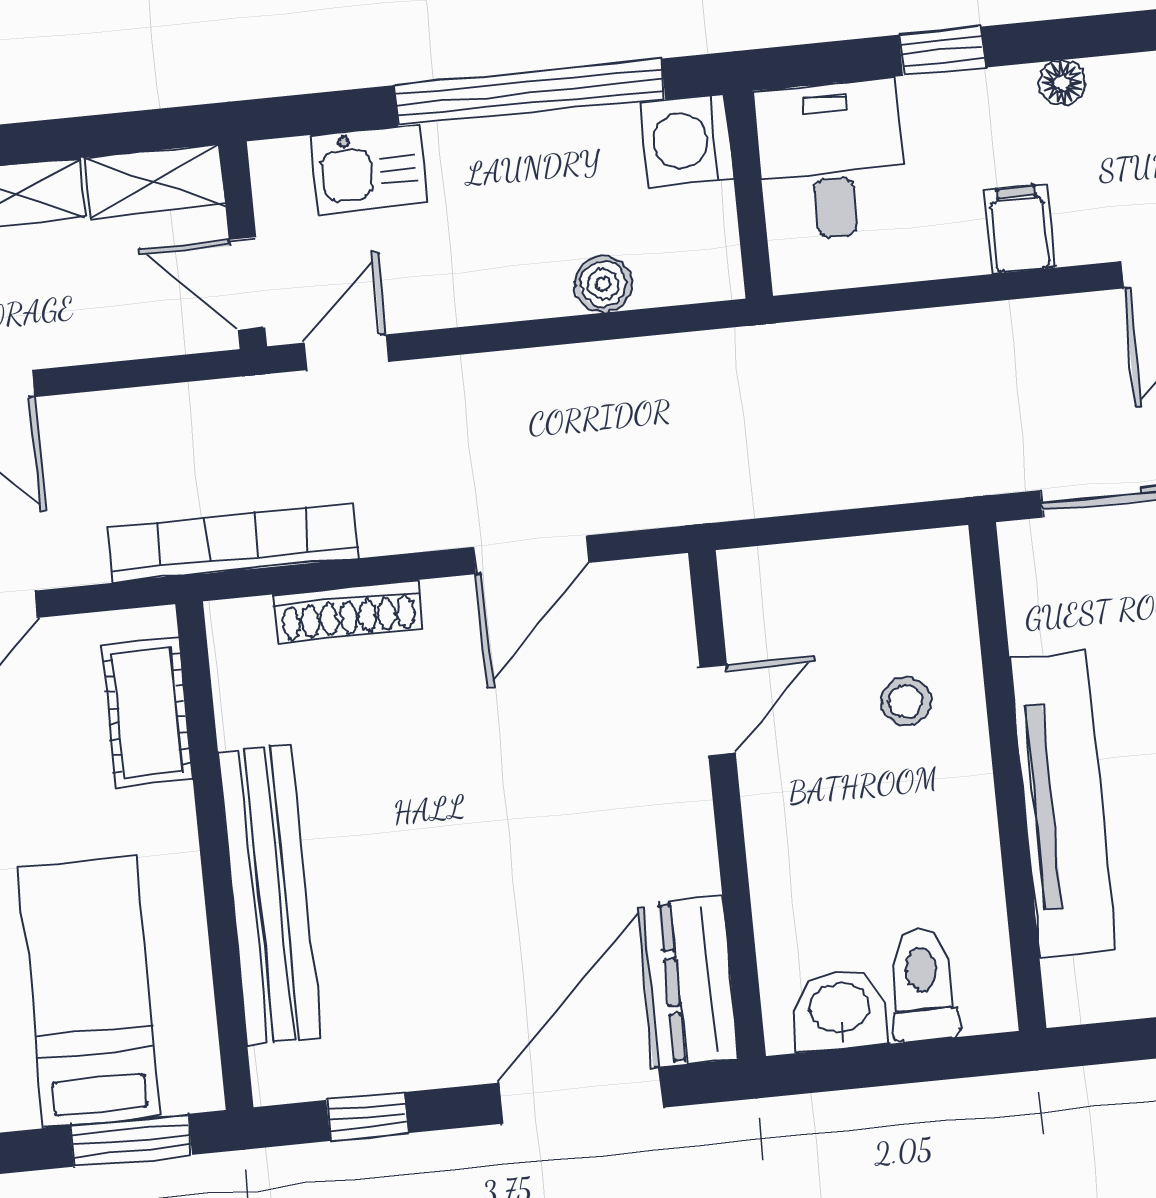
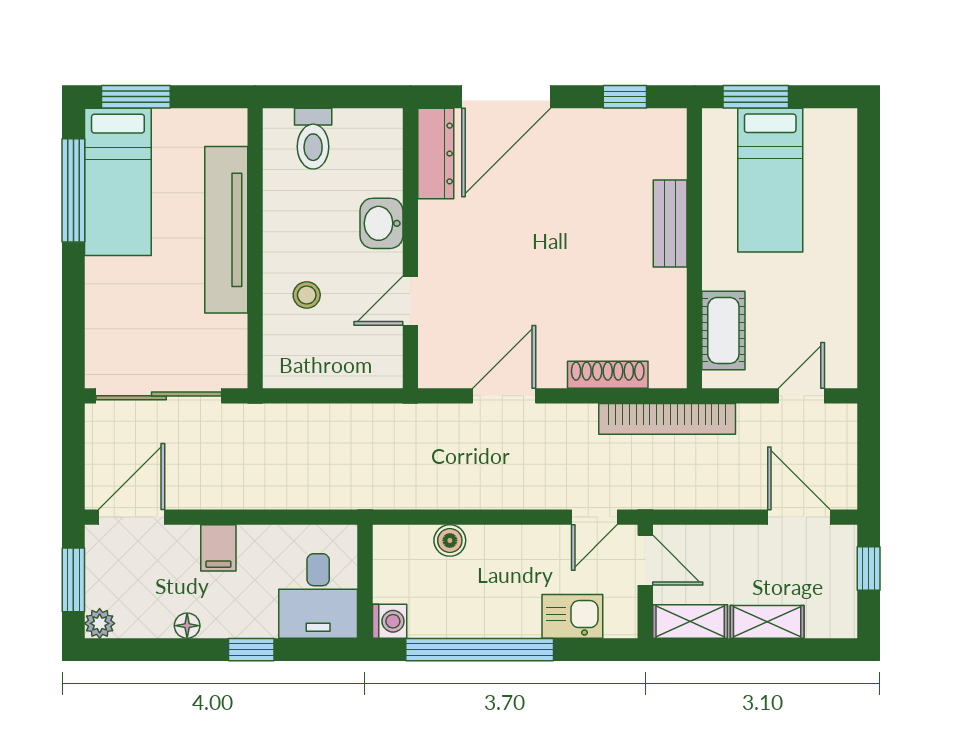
washing machine: (687, 140) -> (390, 621), width x0.73, depth x0.73
bench: (269, 895) -> (670, 224), width x0.54, depth x0.82
washbasin: (840, 1010) -> (381, 223), moved, turned 90

